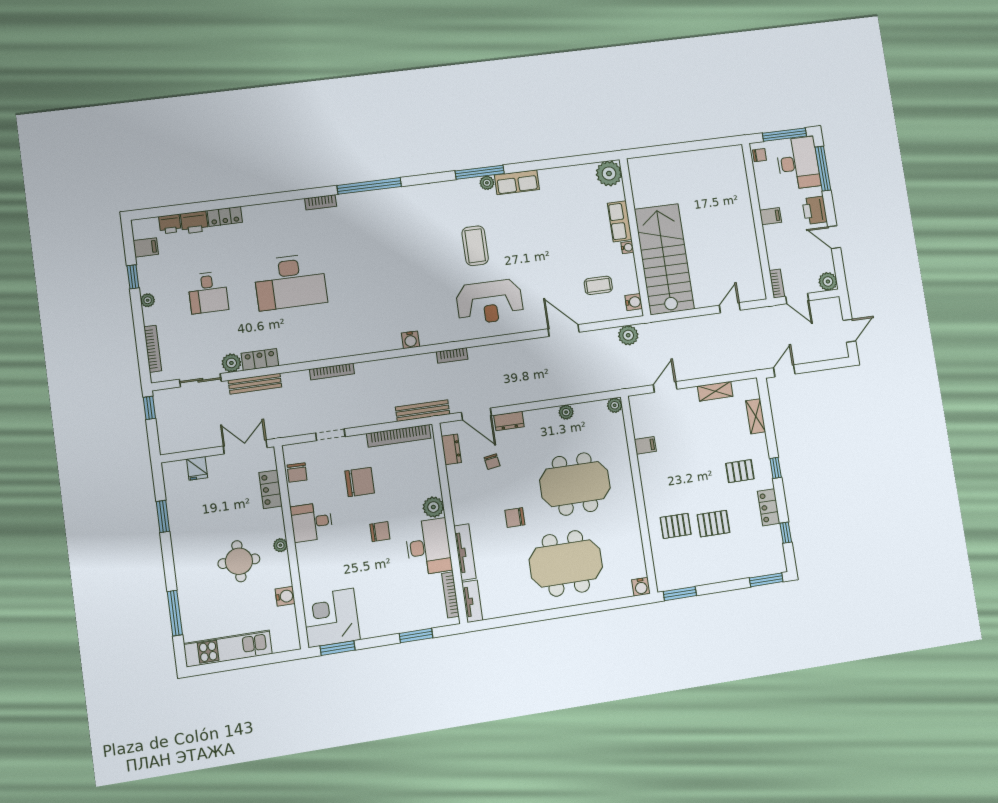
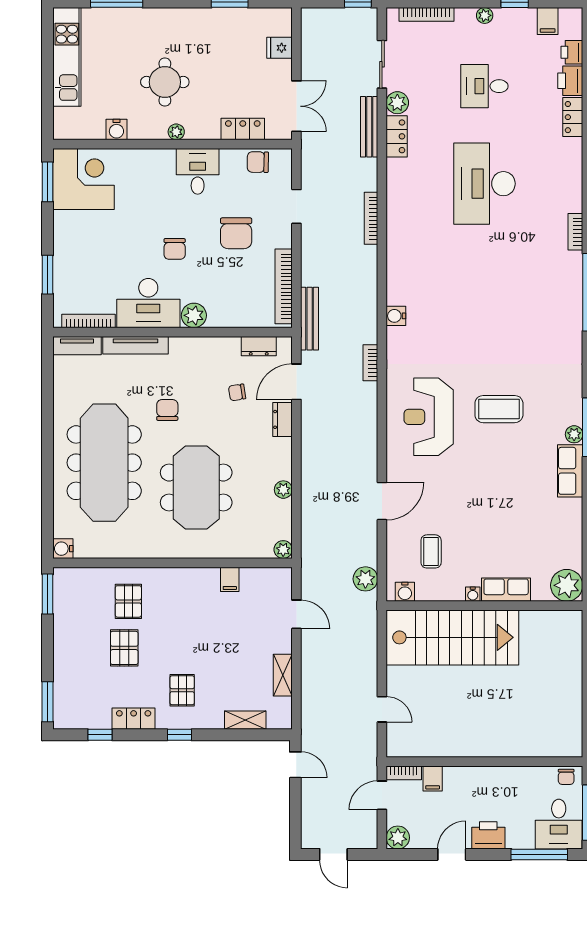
desk: (798, 163) -> (559, 824), width x0.73
filing cabinet: (771, 216) -> (433, 778), moved
meeting table: (566, 563) -> (104, 463), width x1.36

